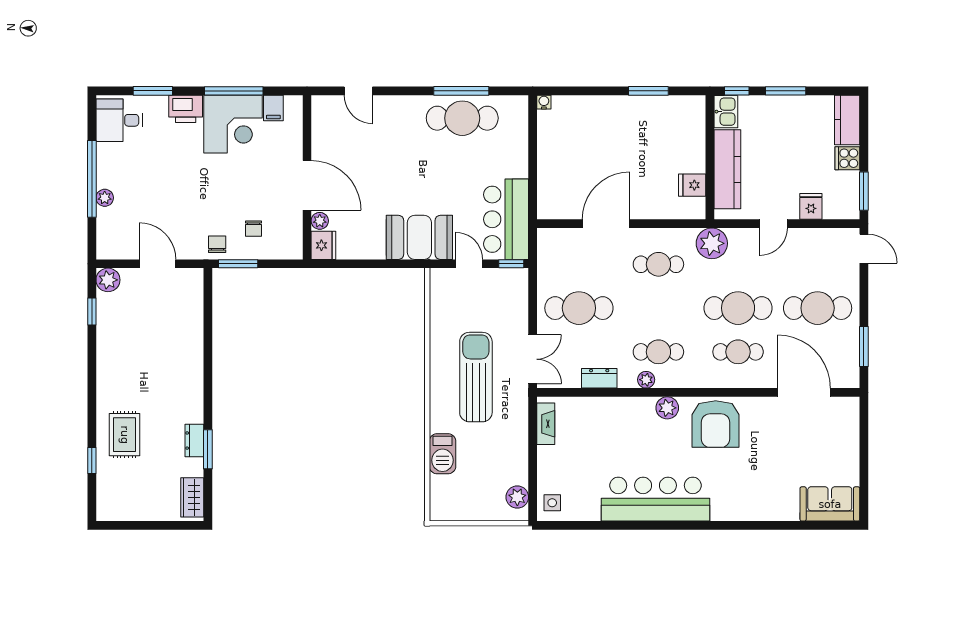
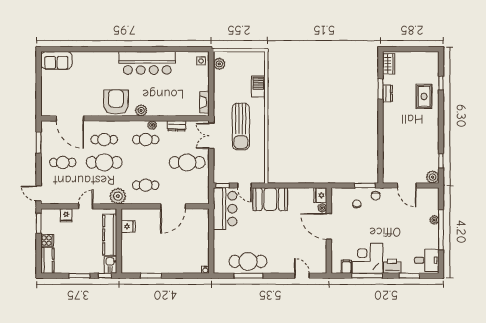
cafe table: (818, 308) -> (63, 162), width x0.73, depth x0.74

